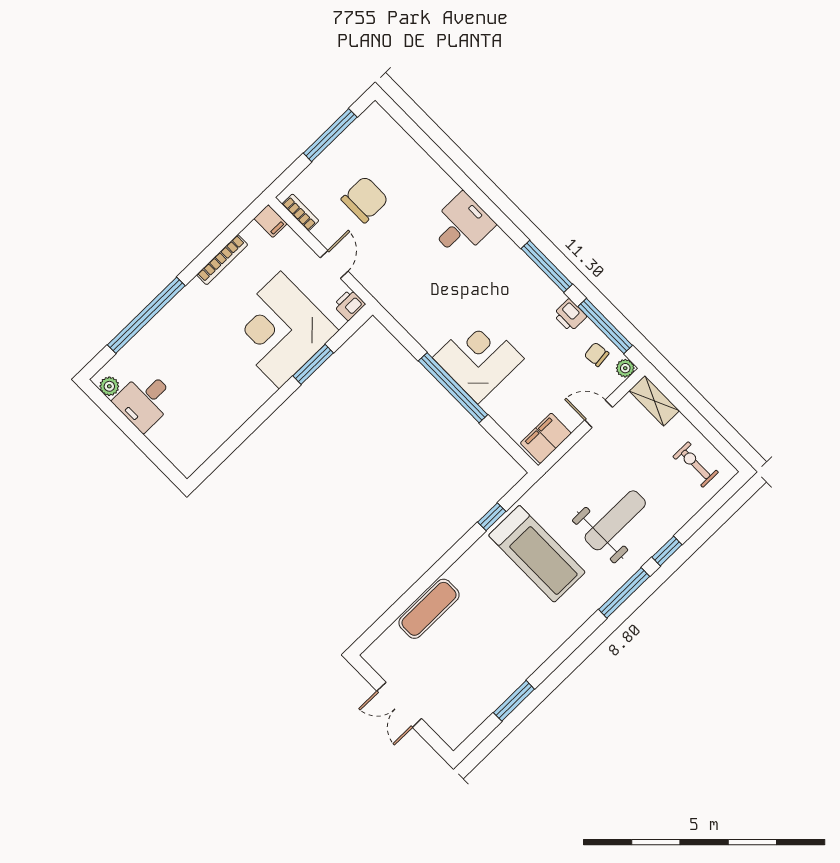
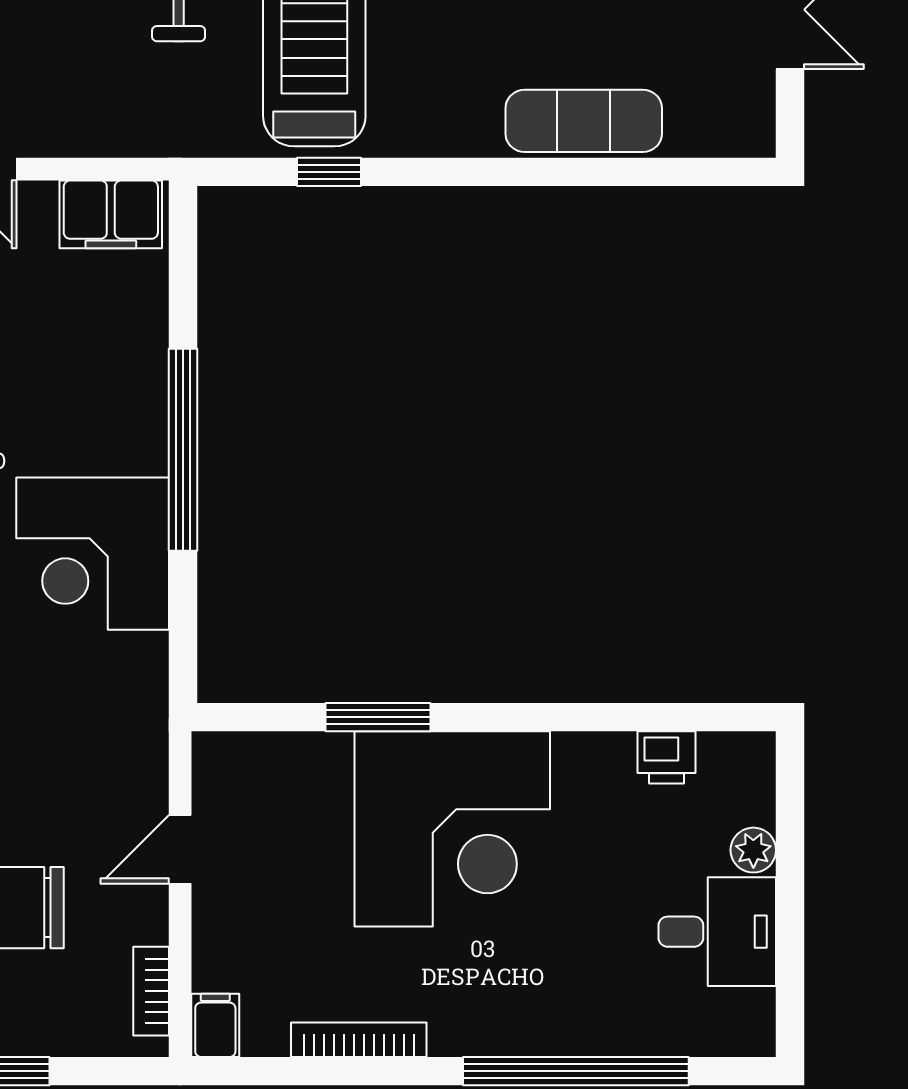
printer: (349, 305) -> (667, 757), moved
corner desk: (280, 330) -> (452, 829), moved
corner desk: (478, 358) -> (93, 554), moved
plant: (109, 386) -> (753, 850), moved

